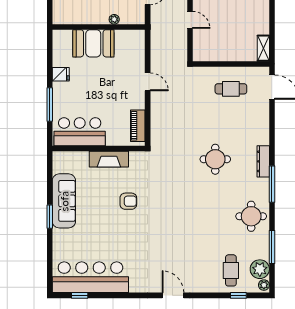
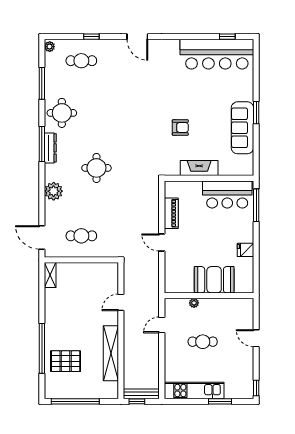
door: (190, 20) -> (121, 302), hinge flipped
window: (50, 105) -> (256, 205), moved
piano: (138, 126) -> (171, 213), moved
dresser: (263, 161) -> (50, 148), moved
armchair: (128, 201) -> (180, 128), turned 180
plant: (260, 269) -> (54, 191), moved
cafe table: (231, 270) -> (81, 61), turned 90
window: (238, 295) -> (91, 37), moved

